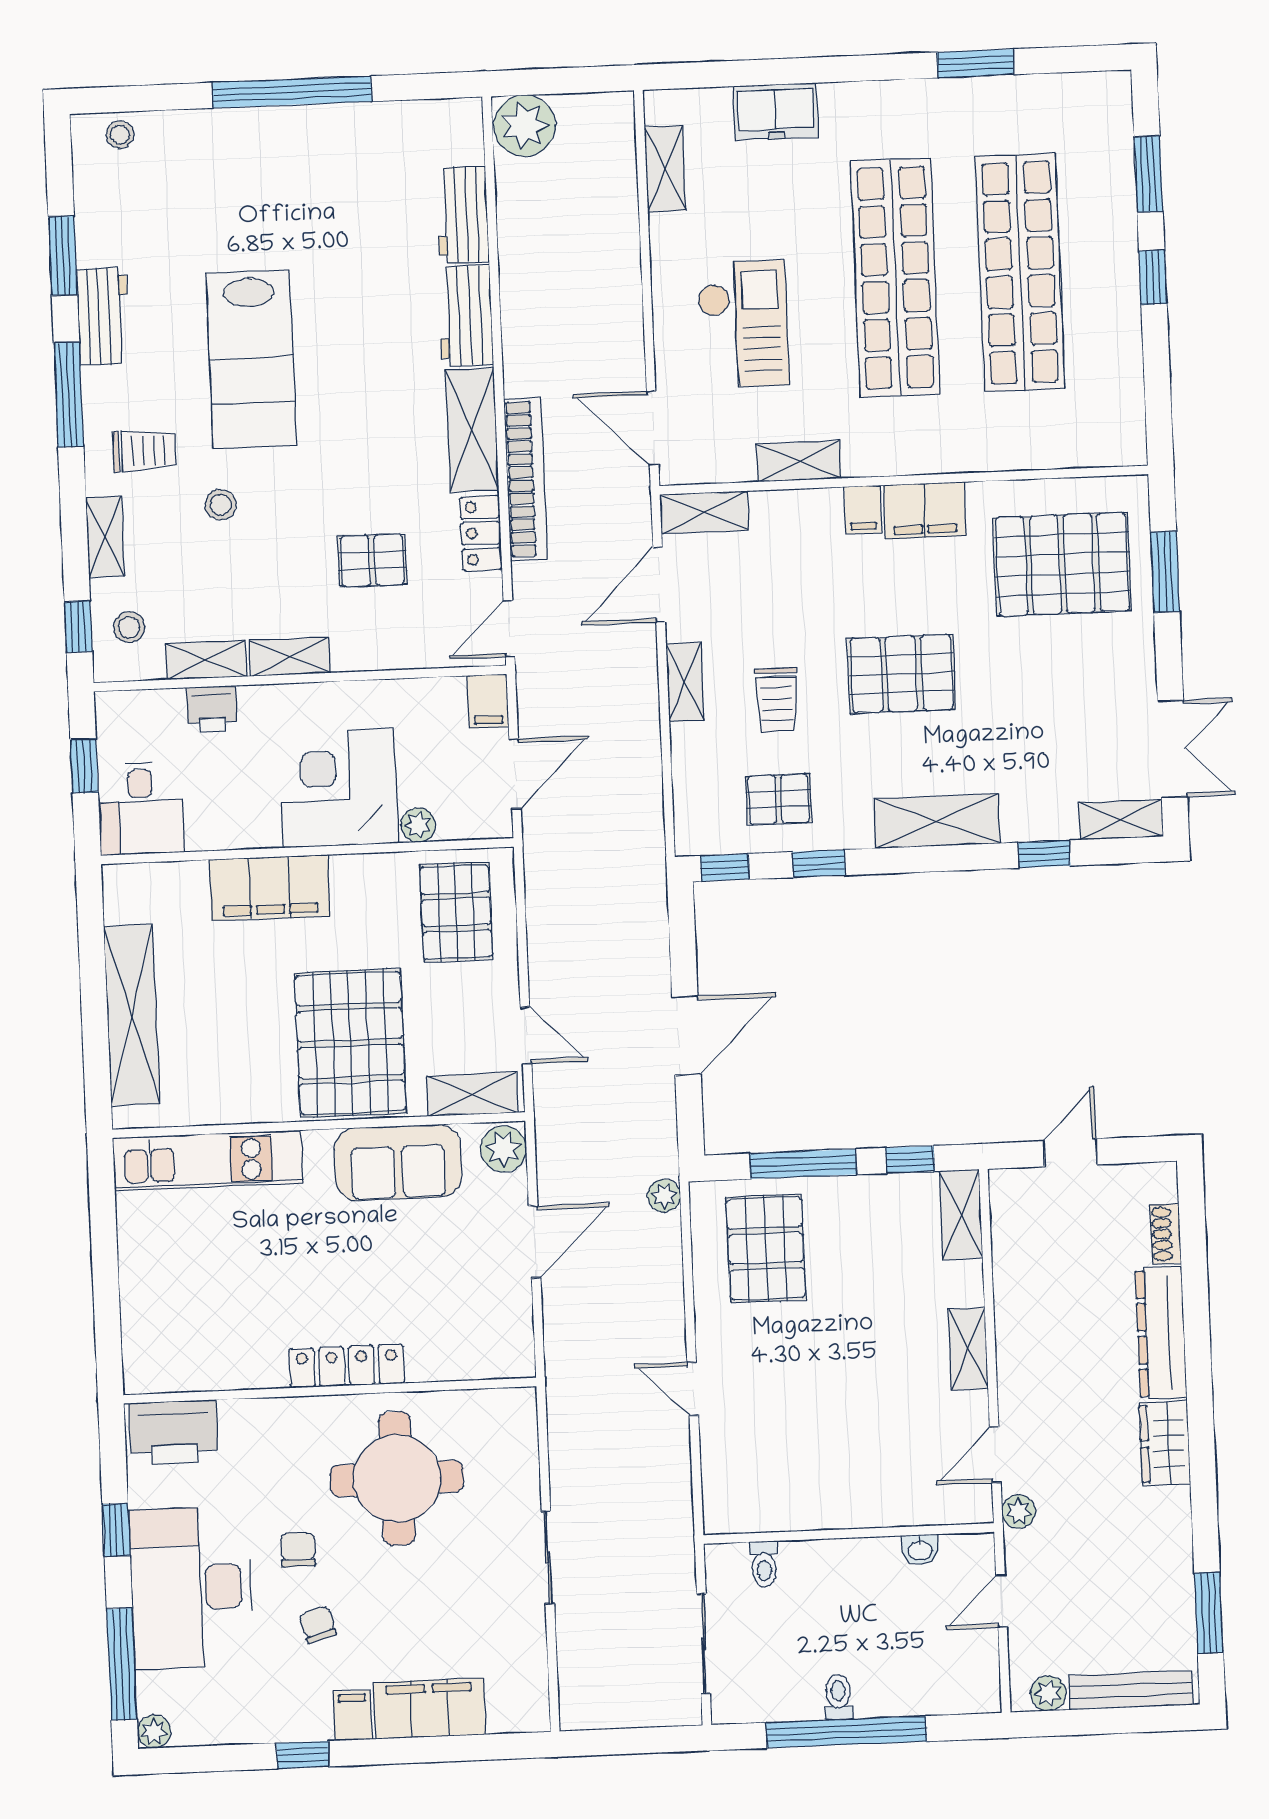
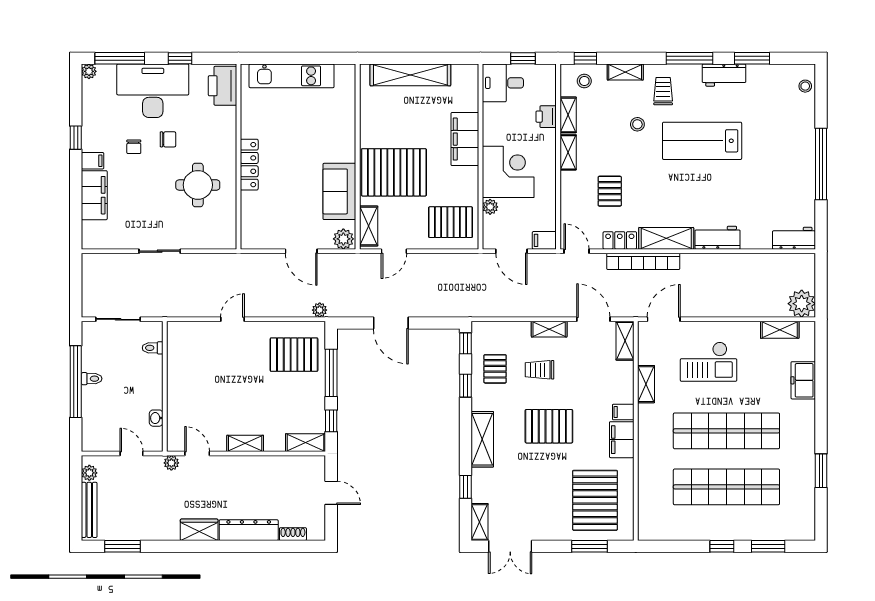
plant: (525, 126) -> (802, 304), moved
workbench: (463, 215) -> (794, 238), moved
trolley: (144, 451) -> (663, 91), turned 180
pallet: (902, 674) -> (549, 426), turned 90
kitchen unit: (208, 1161) -> (292, 76), moved, turned -90
round table: (397, 1479) -> (198, 185), width x0.73, depth x0.73
chair: (318, 1625) -> (134, 147), turned 106

